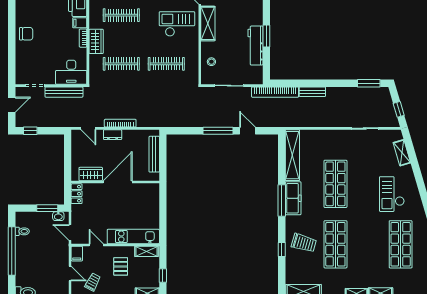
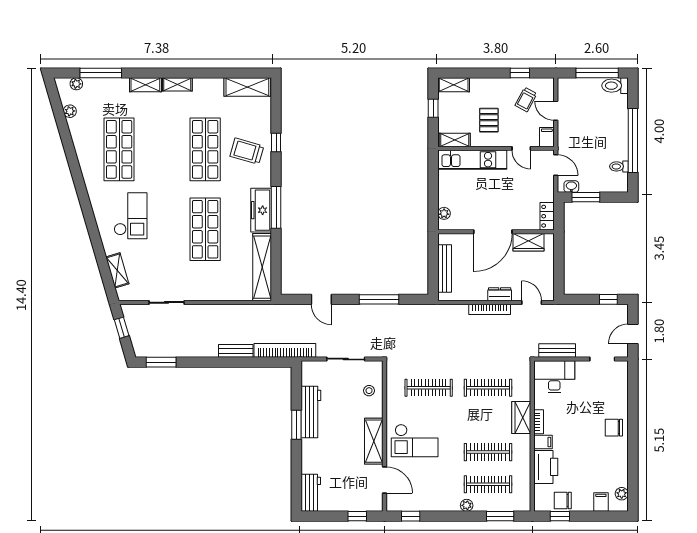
bench: (64, 92) -> (557, 350), width x0.73
window: (218, 131) -> (379, 299), moved
plant: (155, 196) -> (444, 213), added

